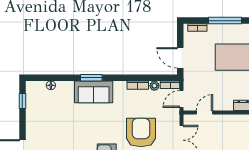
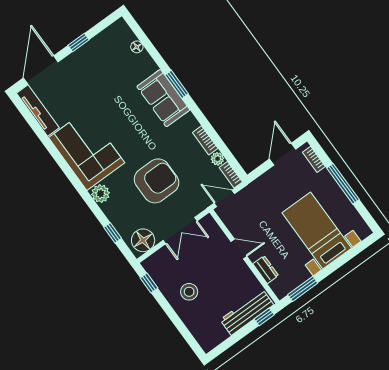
door: (180, 58) -> (283, 154), moved
window: (22, 101) -> (79, 42), moved
door: (204, 113) -> (239, 249), moved

